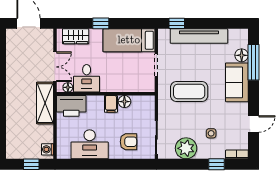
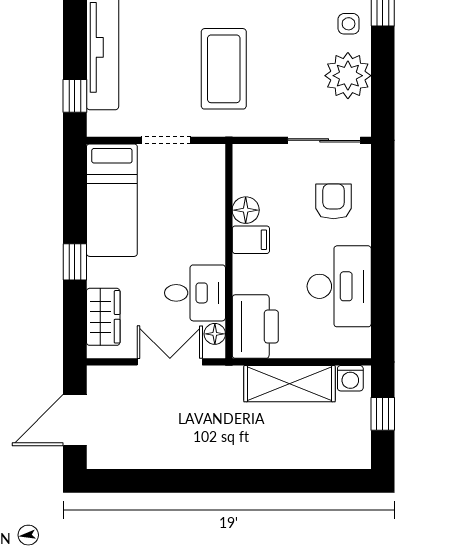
shelving: (45, 103) -> (289, 384), moved
side table: (211, 133) -> (349, 24), moved

